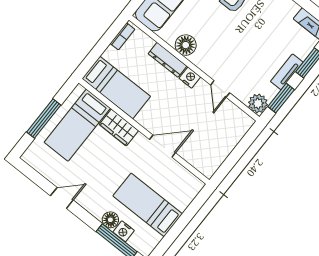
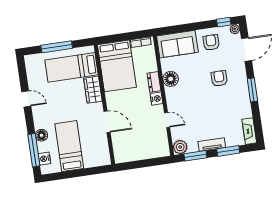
dresser: (168, 60) -> (154, 82), width x0.70
bed: (116, 87) -> (117, 66), width x1.50
door: (220, 89) -> (167, 120), swing flipped
nightstand: (124, 231) -> (44, 159), moved

